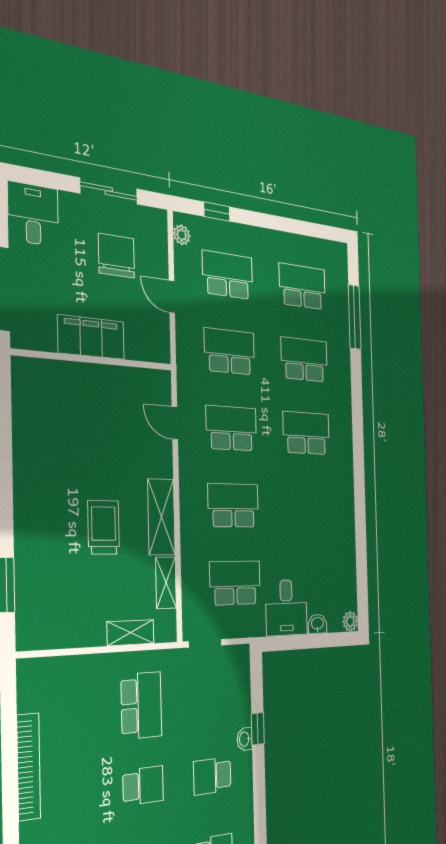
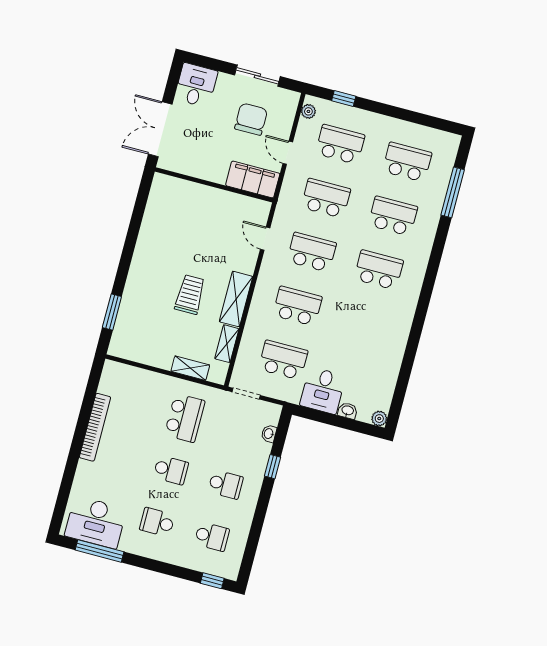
filing cabinet: (91, 337) -> (253, 179), moved
washbasin: (245, 739) -> (269, 434), moved
school desk: (212, 776) -> (226, 485), turned 180

